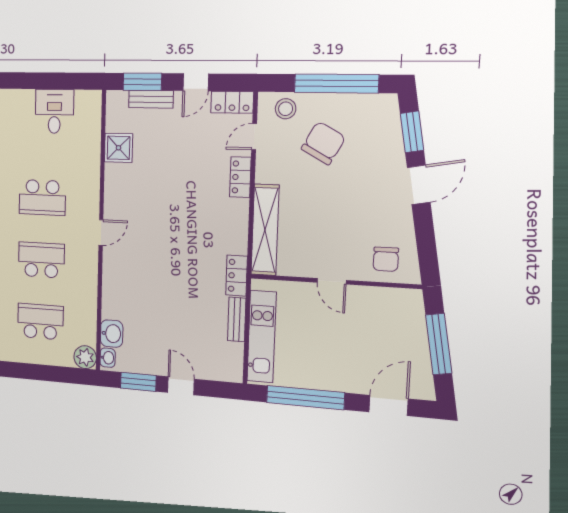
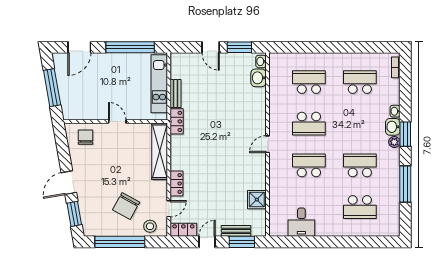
school desk: (40, 322) -> (309, 82), turned 180
plant: (85, 357) -> (277, 60), removed

